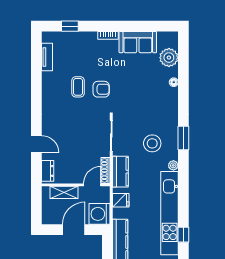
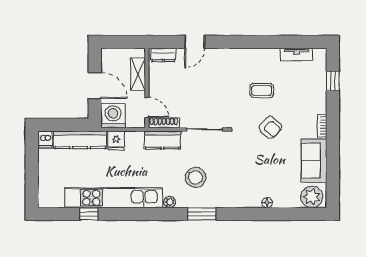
plant: (169, 58) -> (312, 197), moved
armchair: (101, 89) -> (270, 127), moved, turned -48
fridge: (121, 200) -> (116, 141), moved

